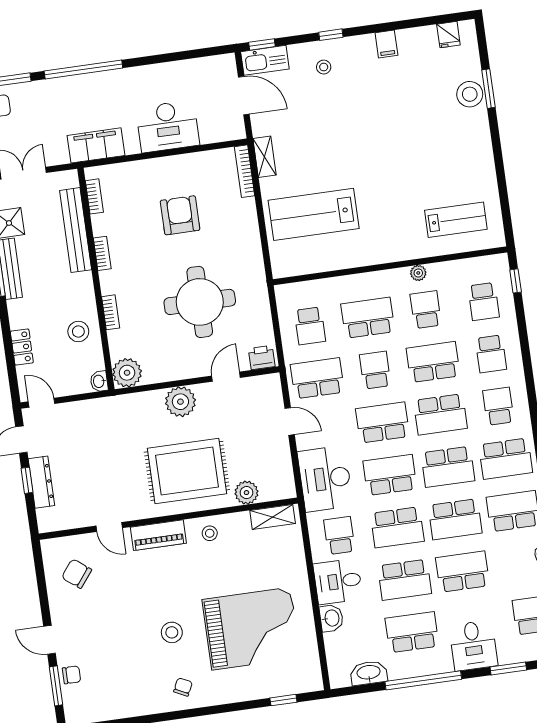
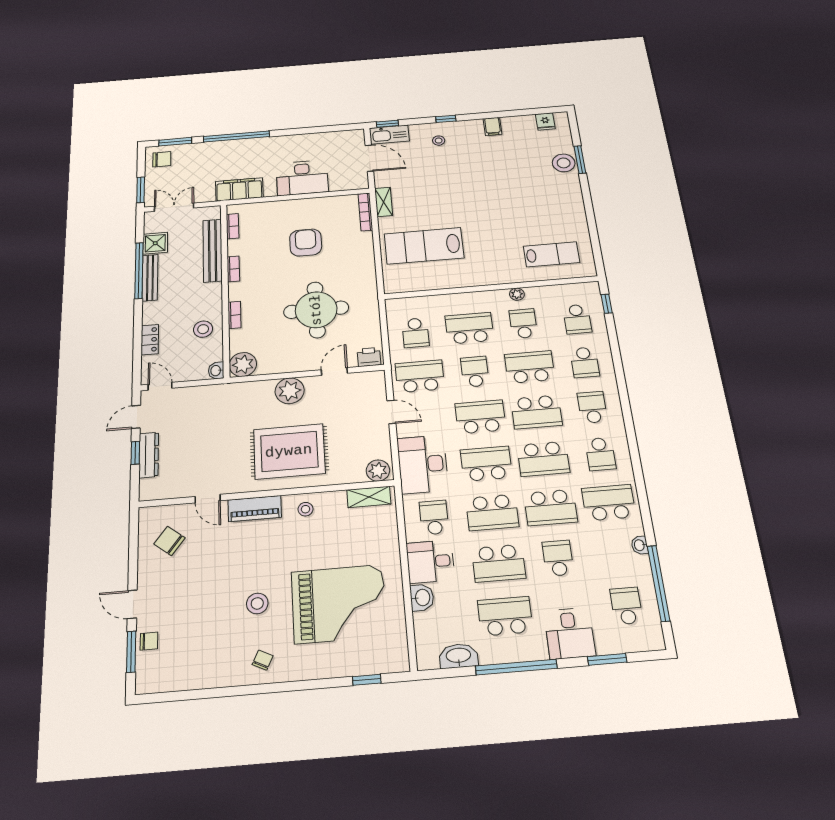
school desk: (506, 459) -> (600, 454), width x0.54
plant: (246, 493) -> (378, 471), moved
school desk: (463, 572) -> (558, 558), width x0.54

